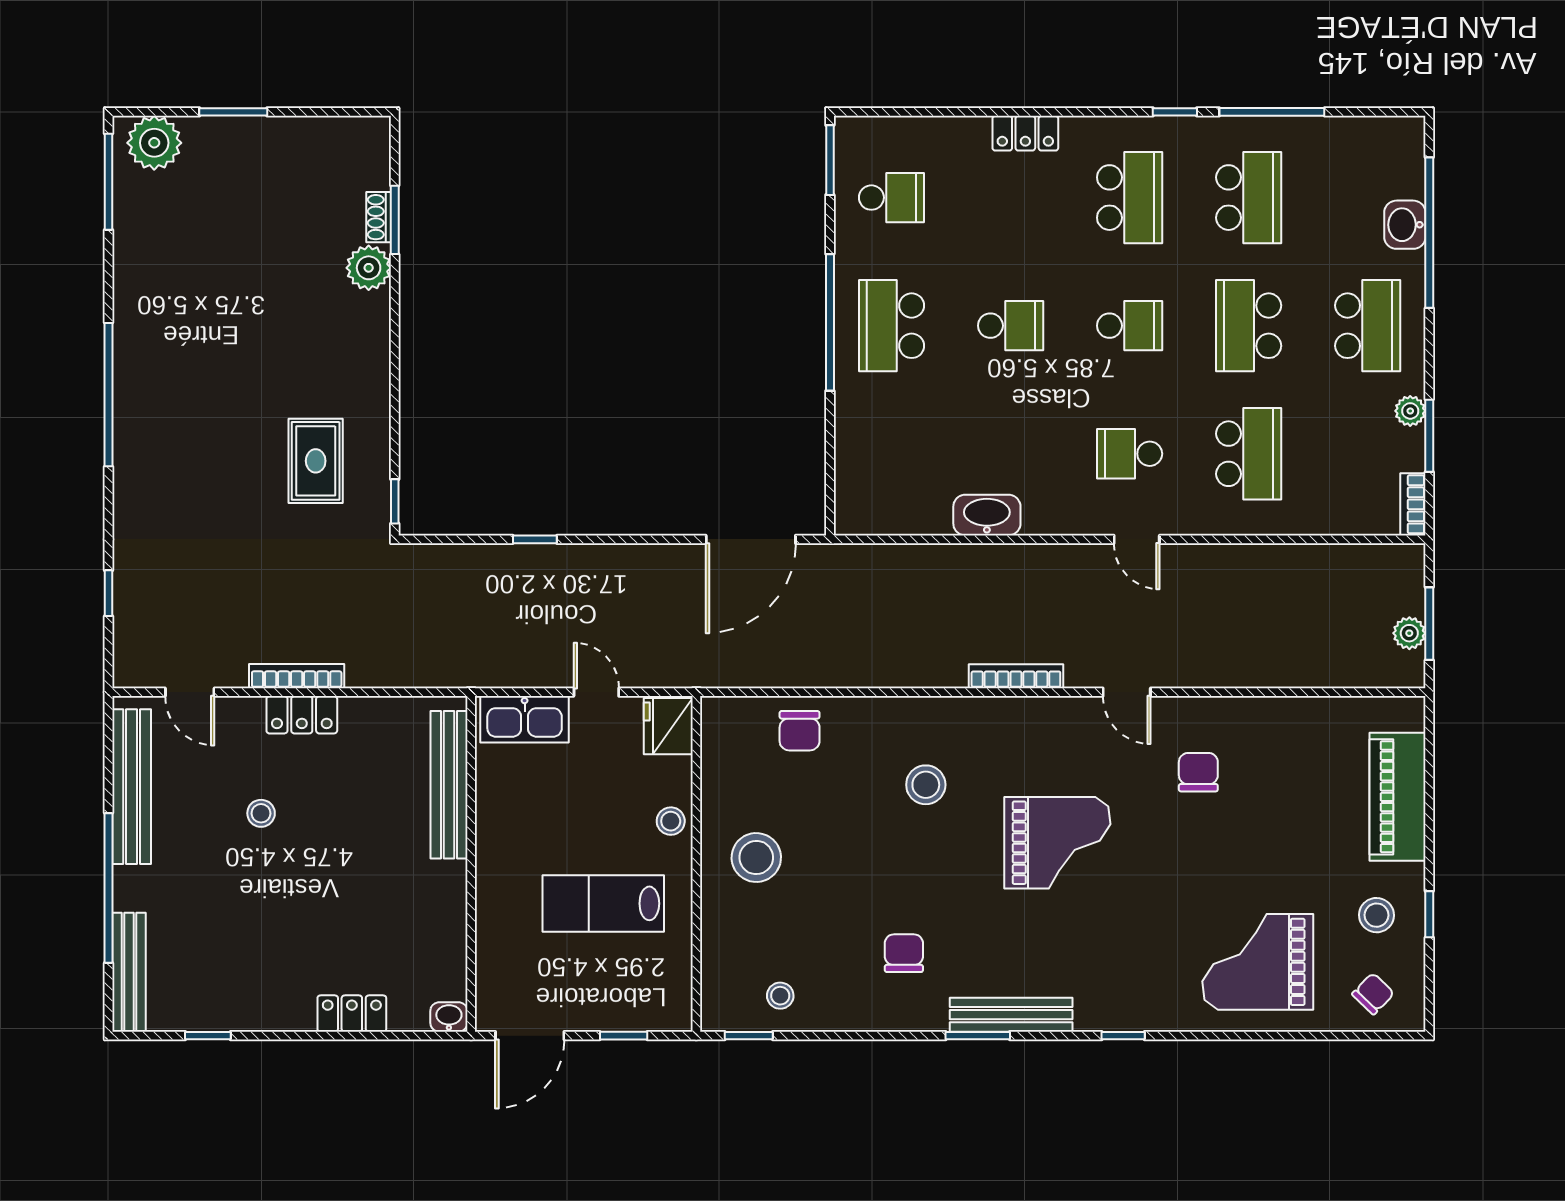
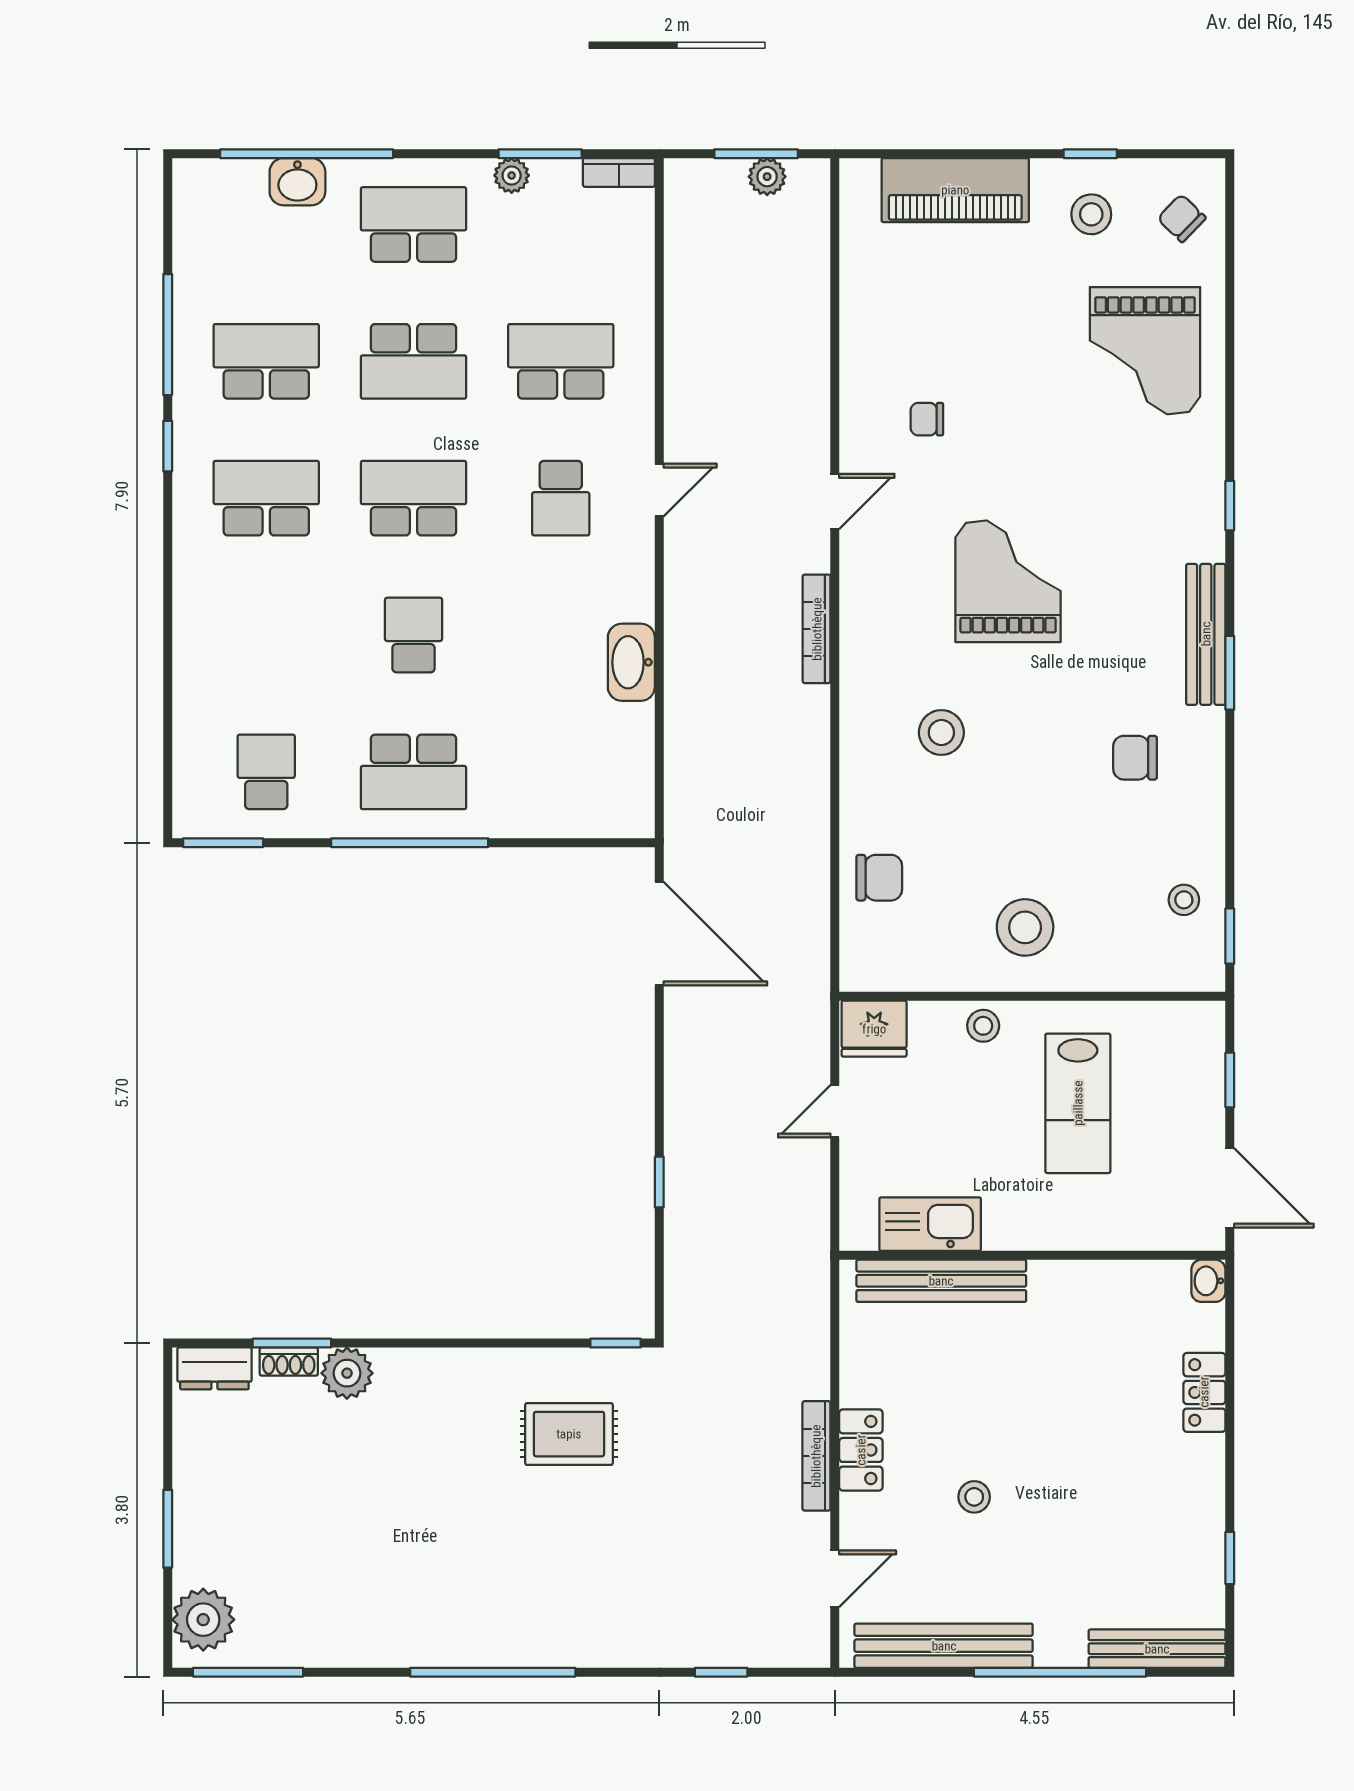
locker: (1025, 133) -> (192, 618), removed
dresser: (373, 153) -> (214, 1368), added
school desk: (1130, 326) -> (414, 498), width x1.85
kitchen sink: (525, 719) -> (930, 1224), moved, turned -90
chair: (1198, 772) -> (927, 419), width x0.73, depth x0.73

